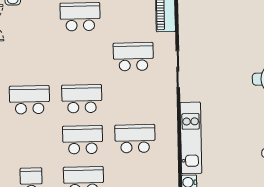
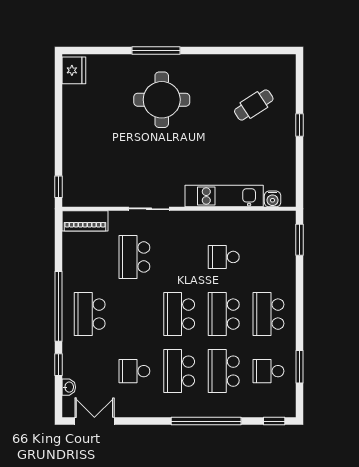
school desk: (29, 59) -> (134, 371), added
school desk: (135, 139) -> (224, 257), width x0.54
school desk: (30, 141) -> (224, 371), added

